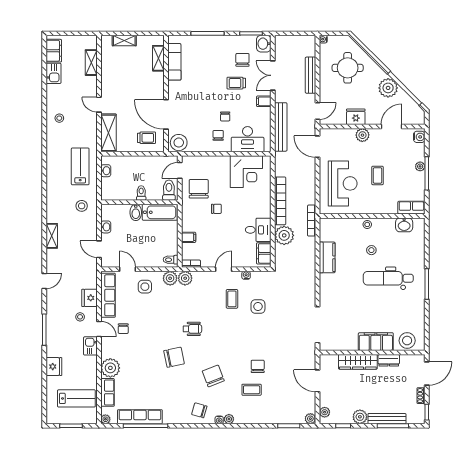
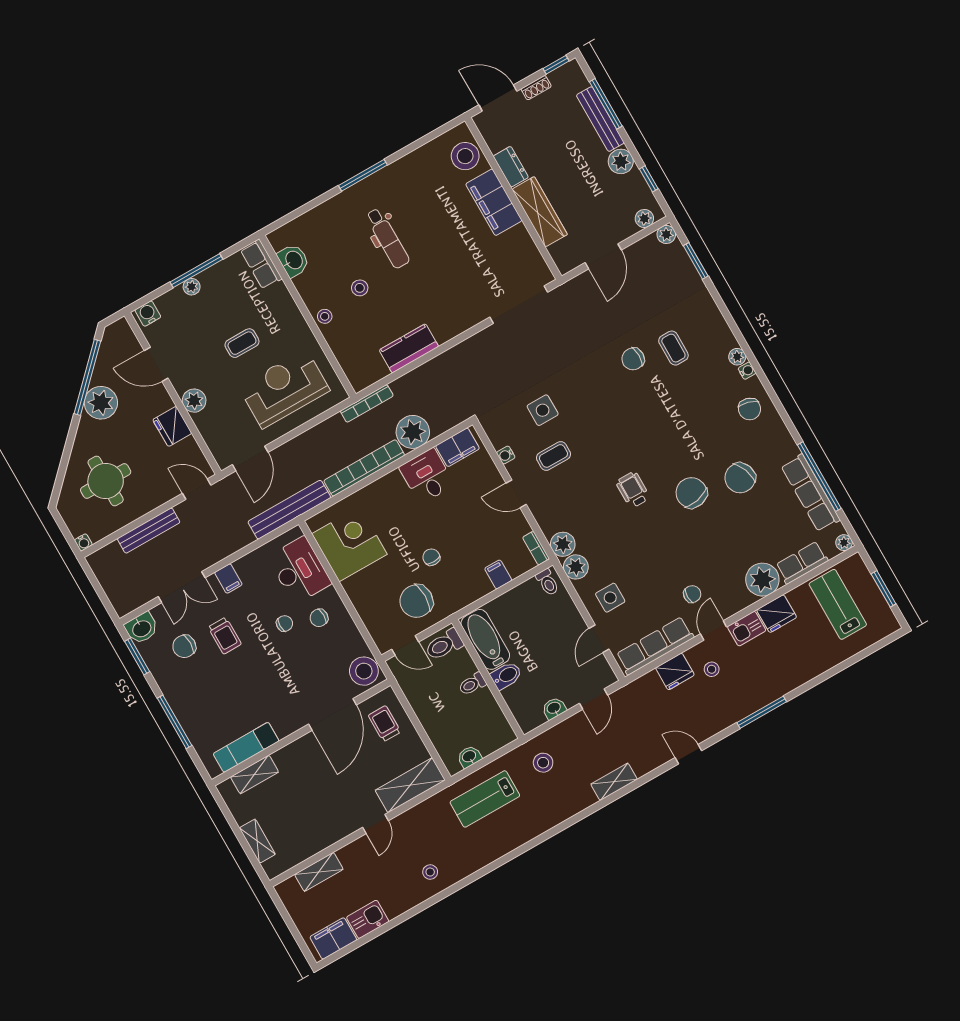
bench: (281, 127) -> (289, 510), moved
dental chair: (388, 278) -> (388, 238), width x0.73, depth x0.72
fridge: (54, 367) -> (777, 614), moved, turned 180
chair: (213, 376) -> (740, 478), moved

